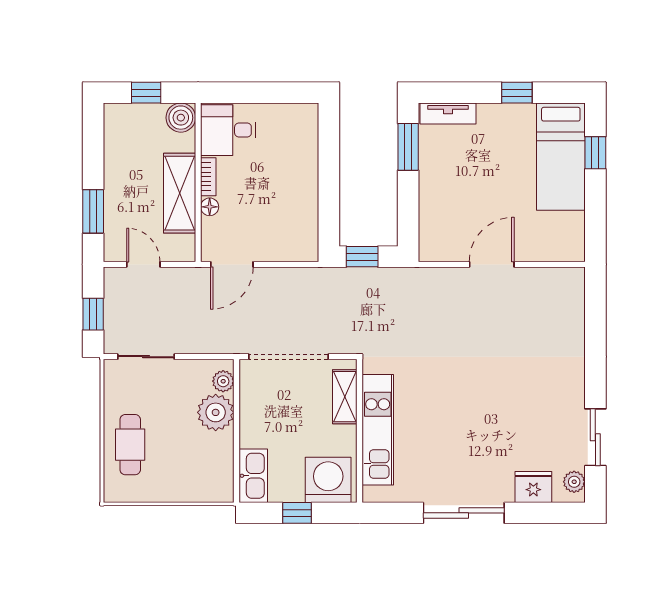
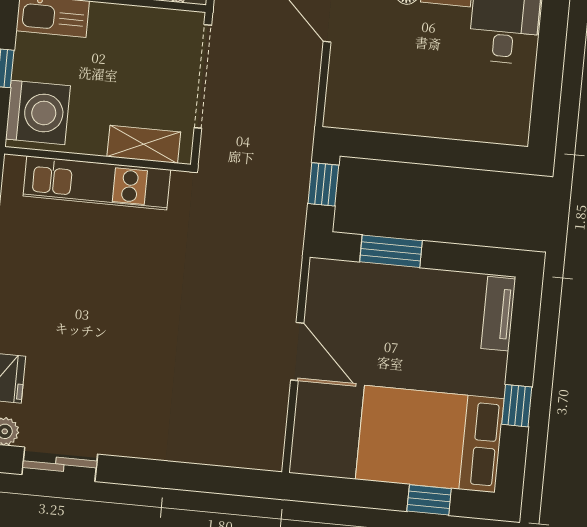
window: (408, 147) -> (391, 251), moved
bed: (561, 157) -> (430, 439), width x1.50

